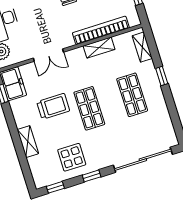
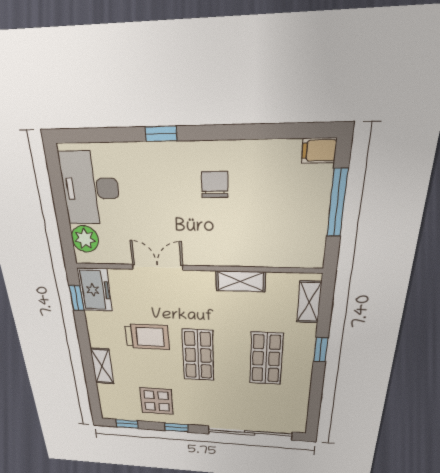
bookcase: (101, 30) -> (253, 257), removed
double door: (48, 55) -> (158, 267), swing flipped

